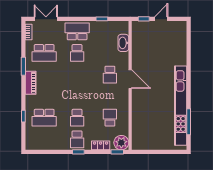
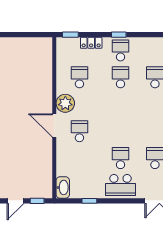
washbasin: (123, 43) -> (63, 187), moved
school desk: (110, 118) -> (79, 77), turned 180
plant: (121, 143) -> (65, 103), moved

